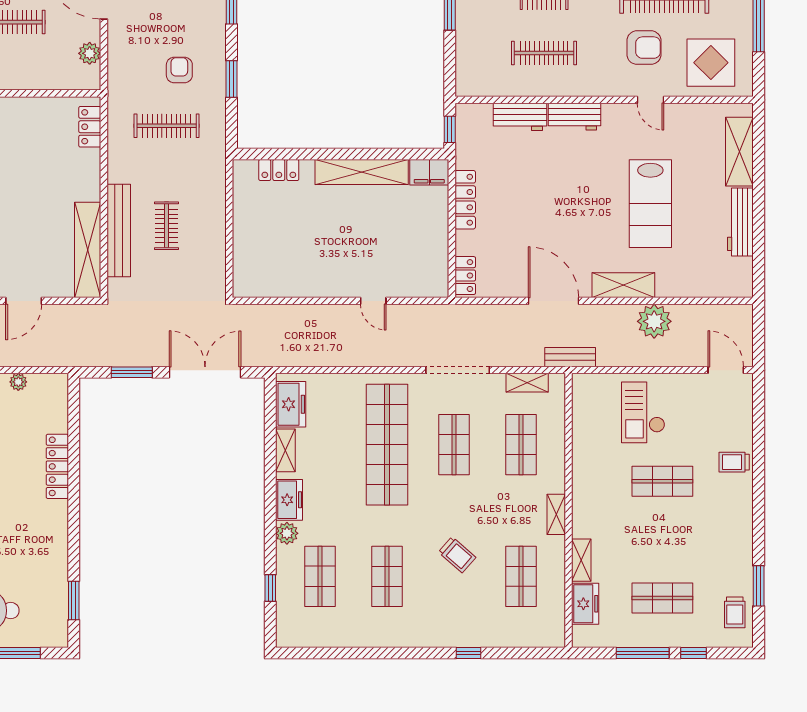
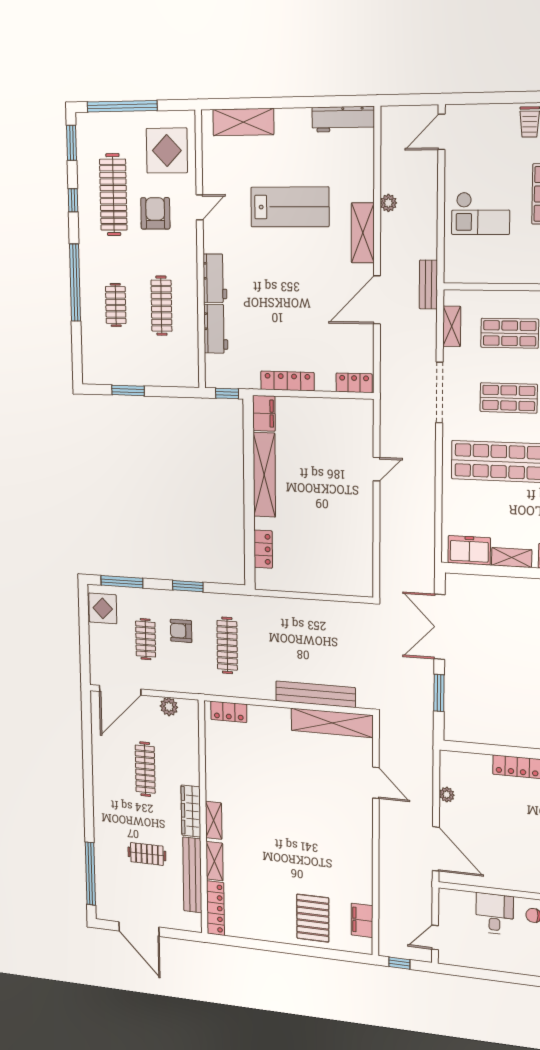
workbench: (740, 222) -> (343, 119), moved
clothes rail: (167, 226) -> (146, 639), moved, turned 90
plant: (654, 321) -> (388, 203), width x0.53, depth x0.53

